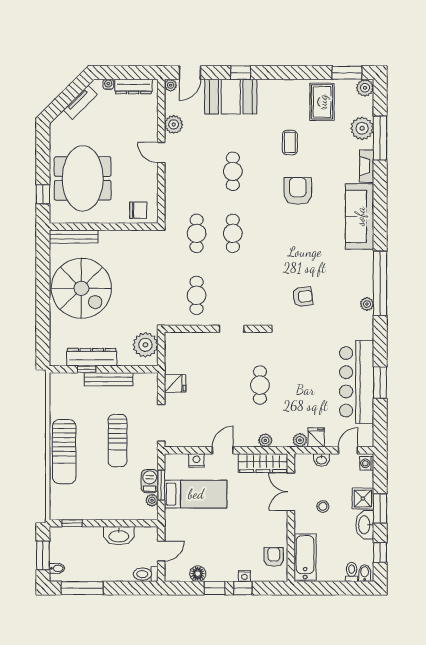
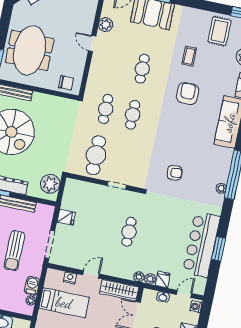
cafe table: (197, 295) -> (96, 155), width x1.37, depth x1.35
plant: (265, 440) -> (139, 277), moved
window: (161, 485) -> (40, 291), removed

